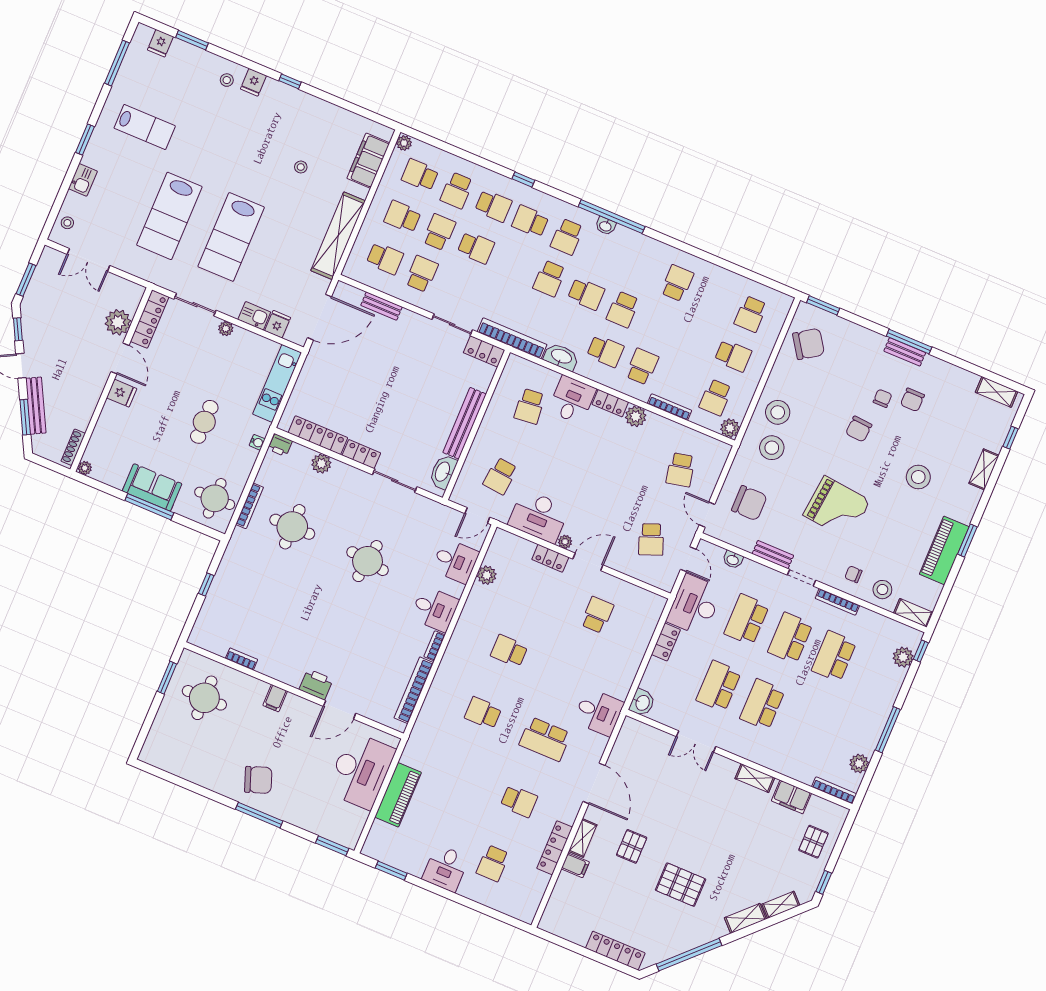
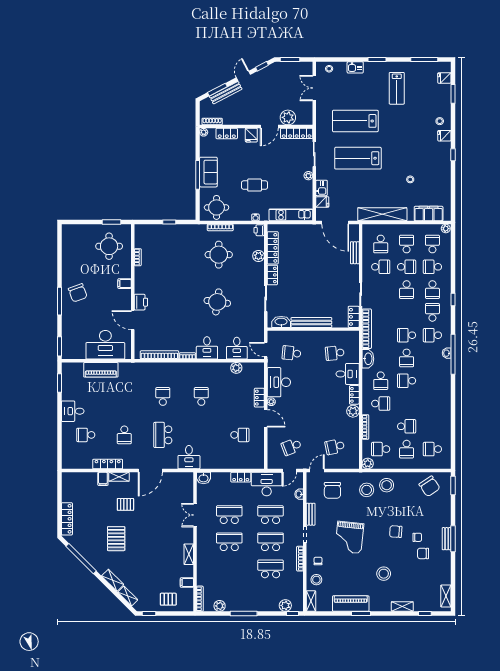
school desk: (677, 283) -> (407, 426), moved
locker: (102, 432) -> (227, 133), added
filing cabinet: (791, 797) -> (187, 583), width x0.50

